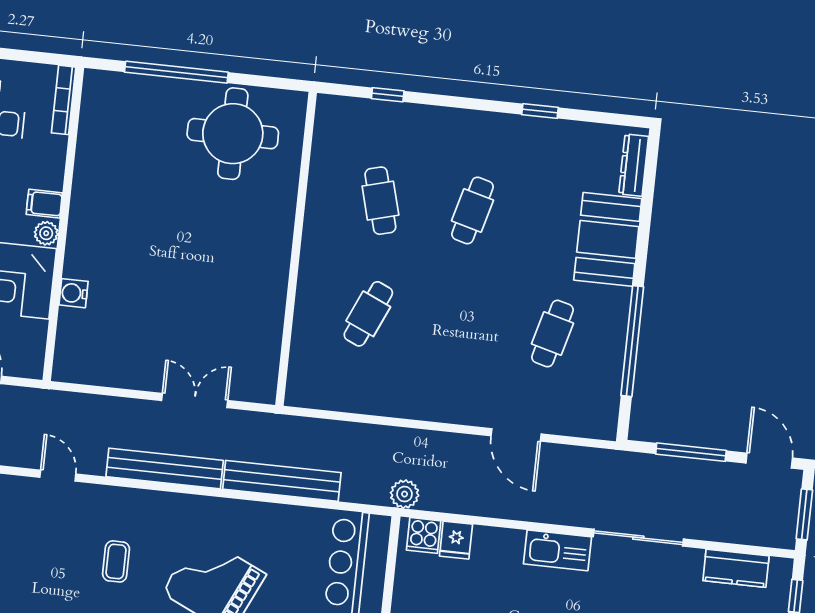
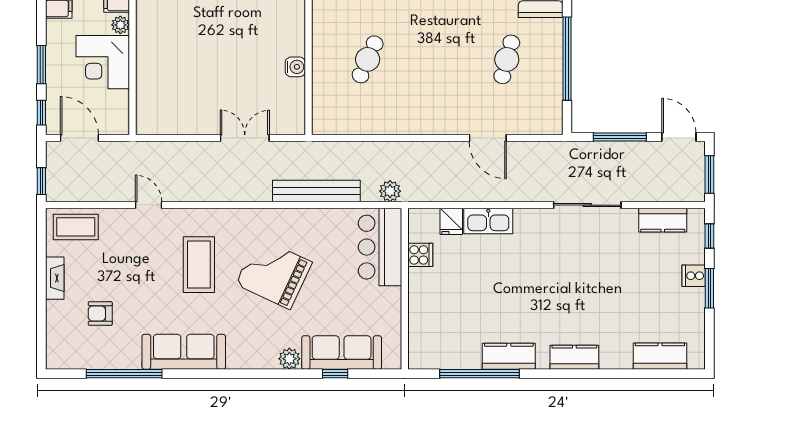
water cooler: (74, 293) -> (295, 67), moved, turned 180
bench: (165, 468) -> (228, 191), removed
plant: (405, 494) -> (390, 191), moved
cooker: (424, 535) -> (420, 255), moved, turned -90
kitchen sink: (558, 550) -> (488, 221), moved
coffee table: (116, 561) -> (199, 265), width x1.86, depth x1.72

